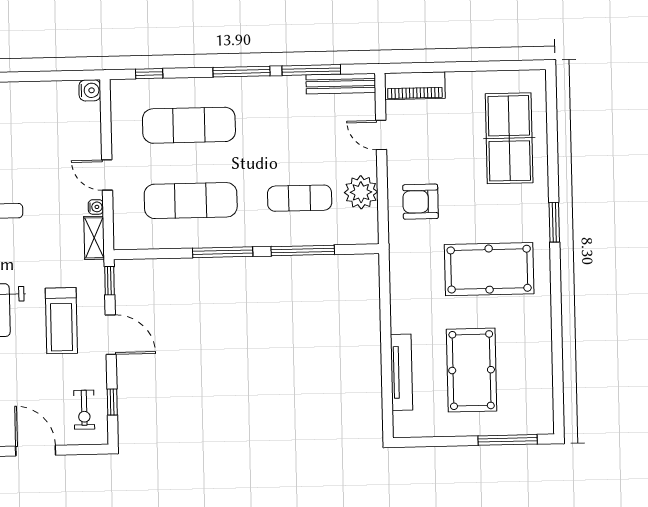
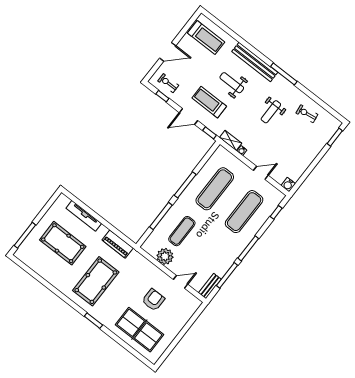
bench: (341, 84) -> (210, 286), width x0.73
piano: (415, 86) -> (118, 244), moved, turned -90
door: (107, 175) -> (261, 173), moved
armchair: (420, 202) -> (153, 300), moved

